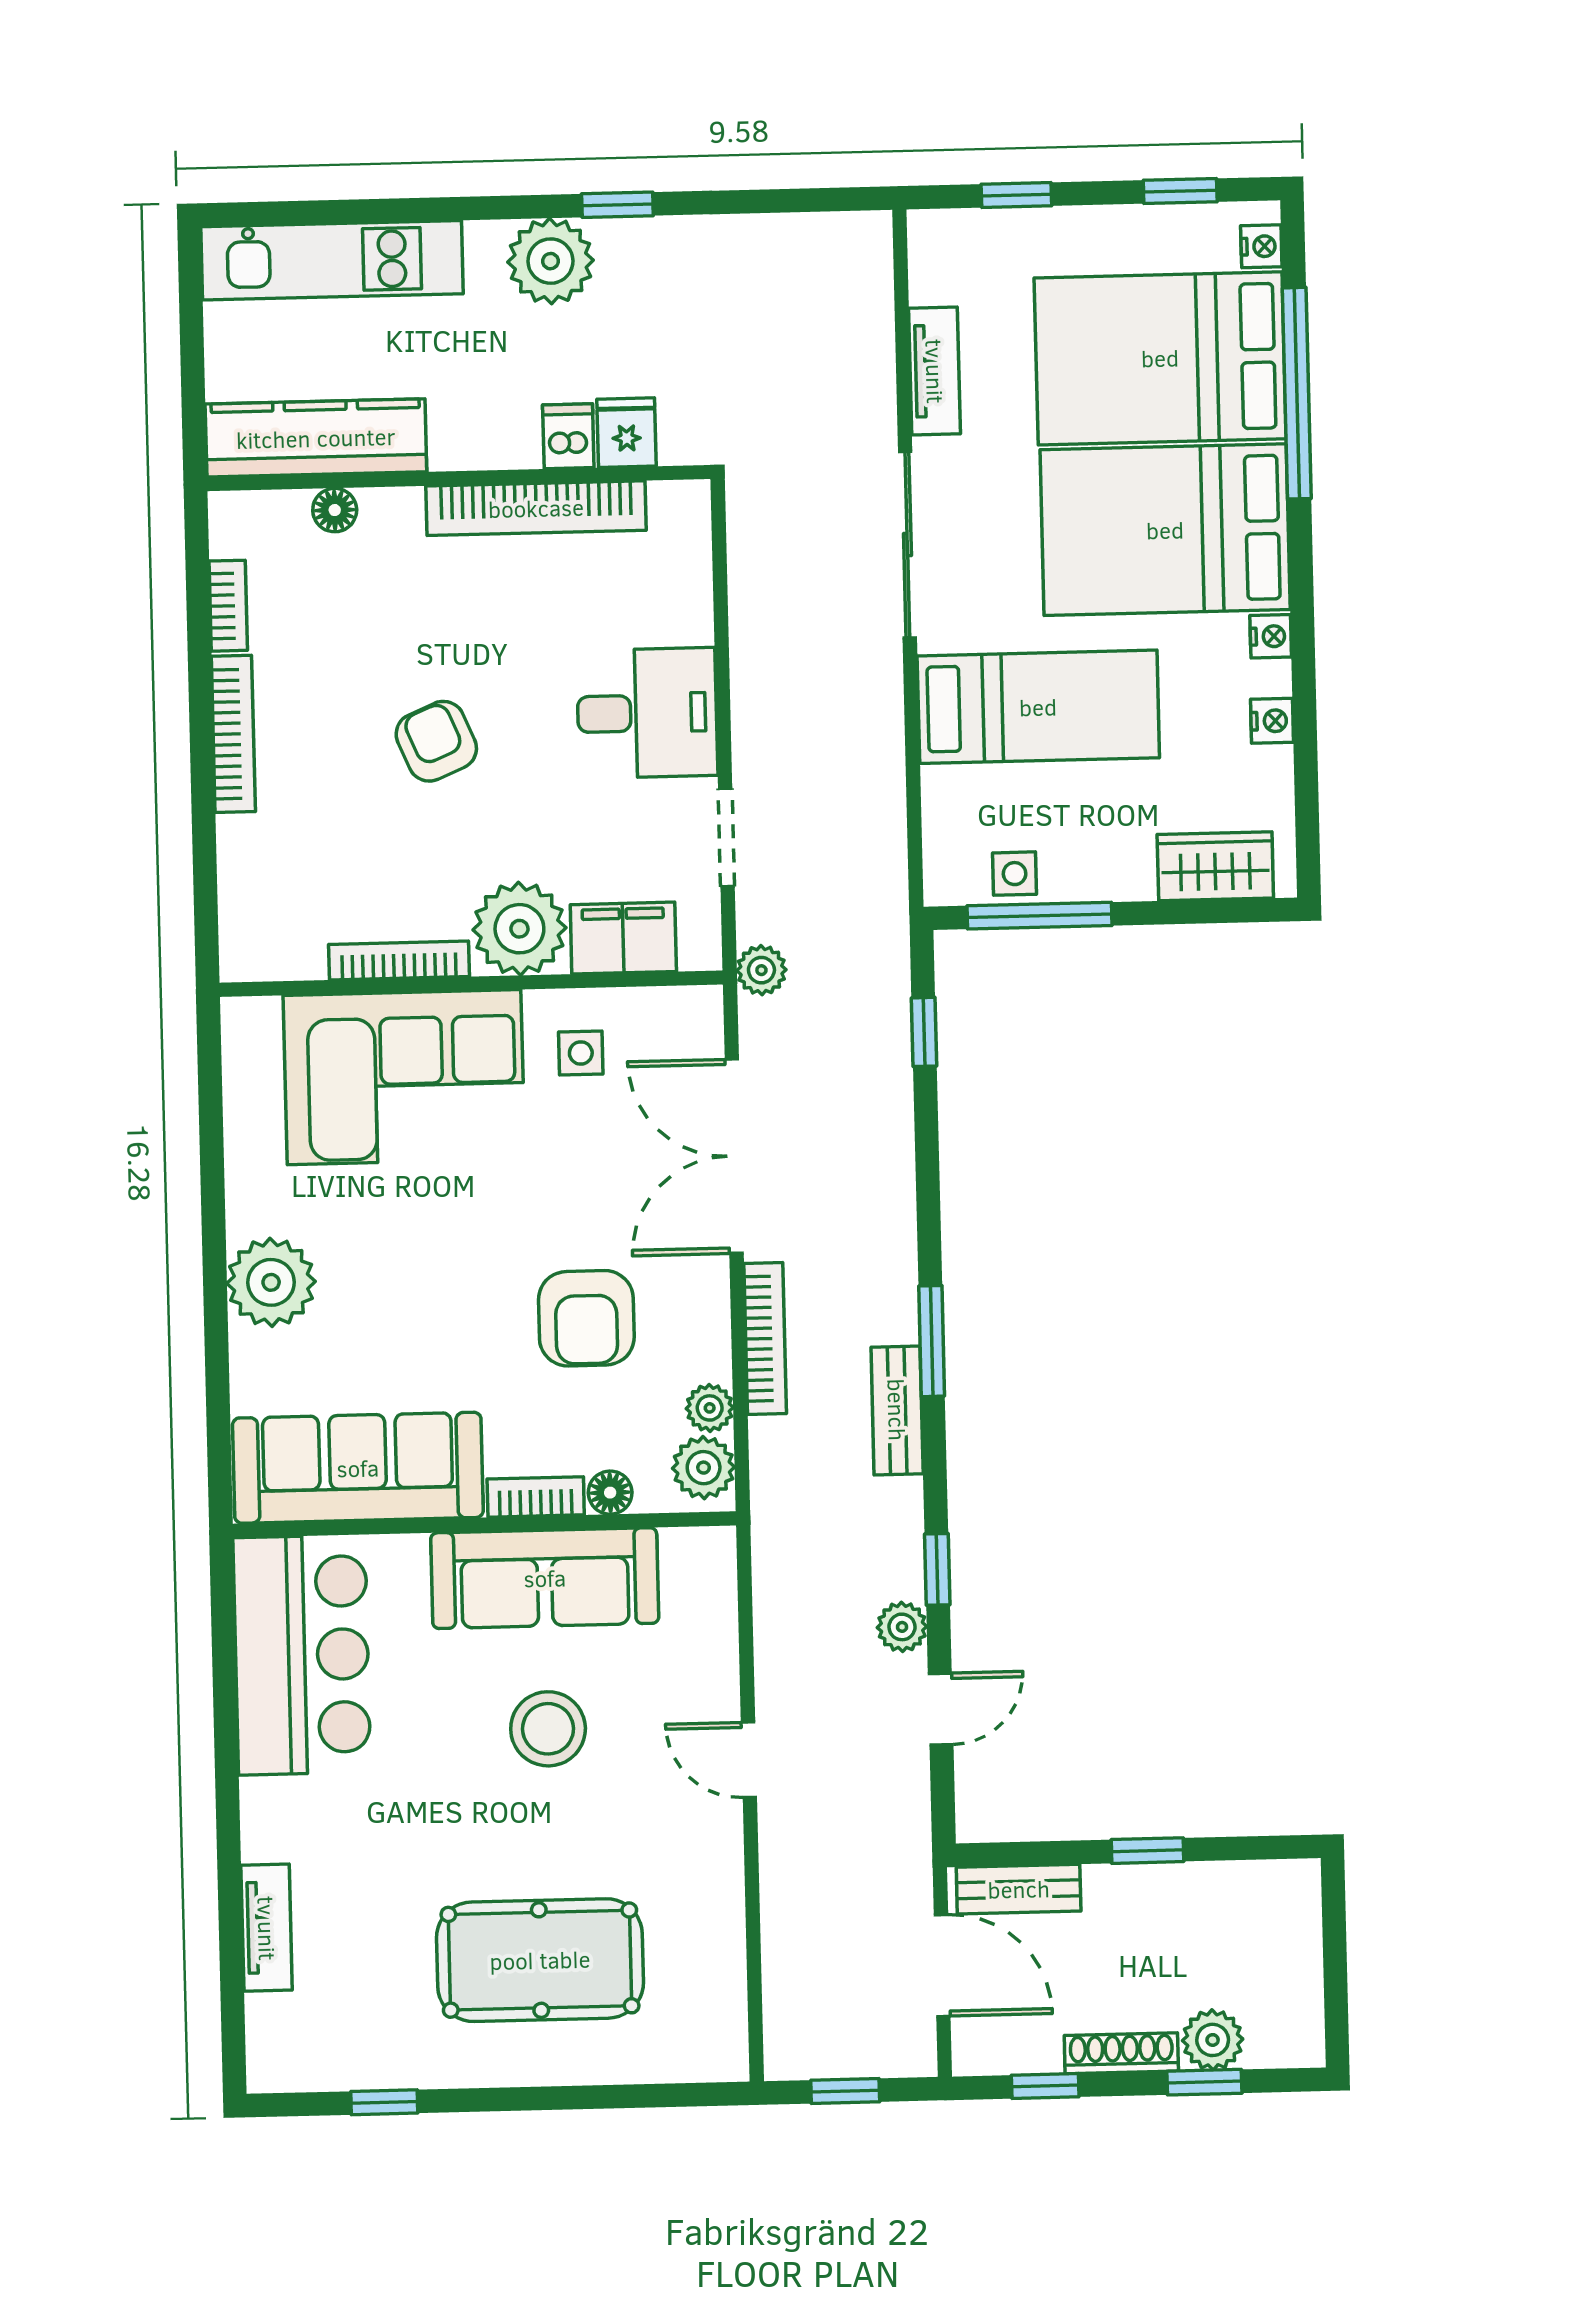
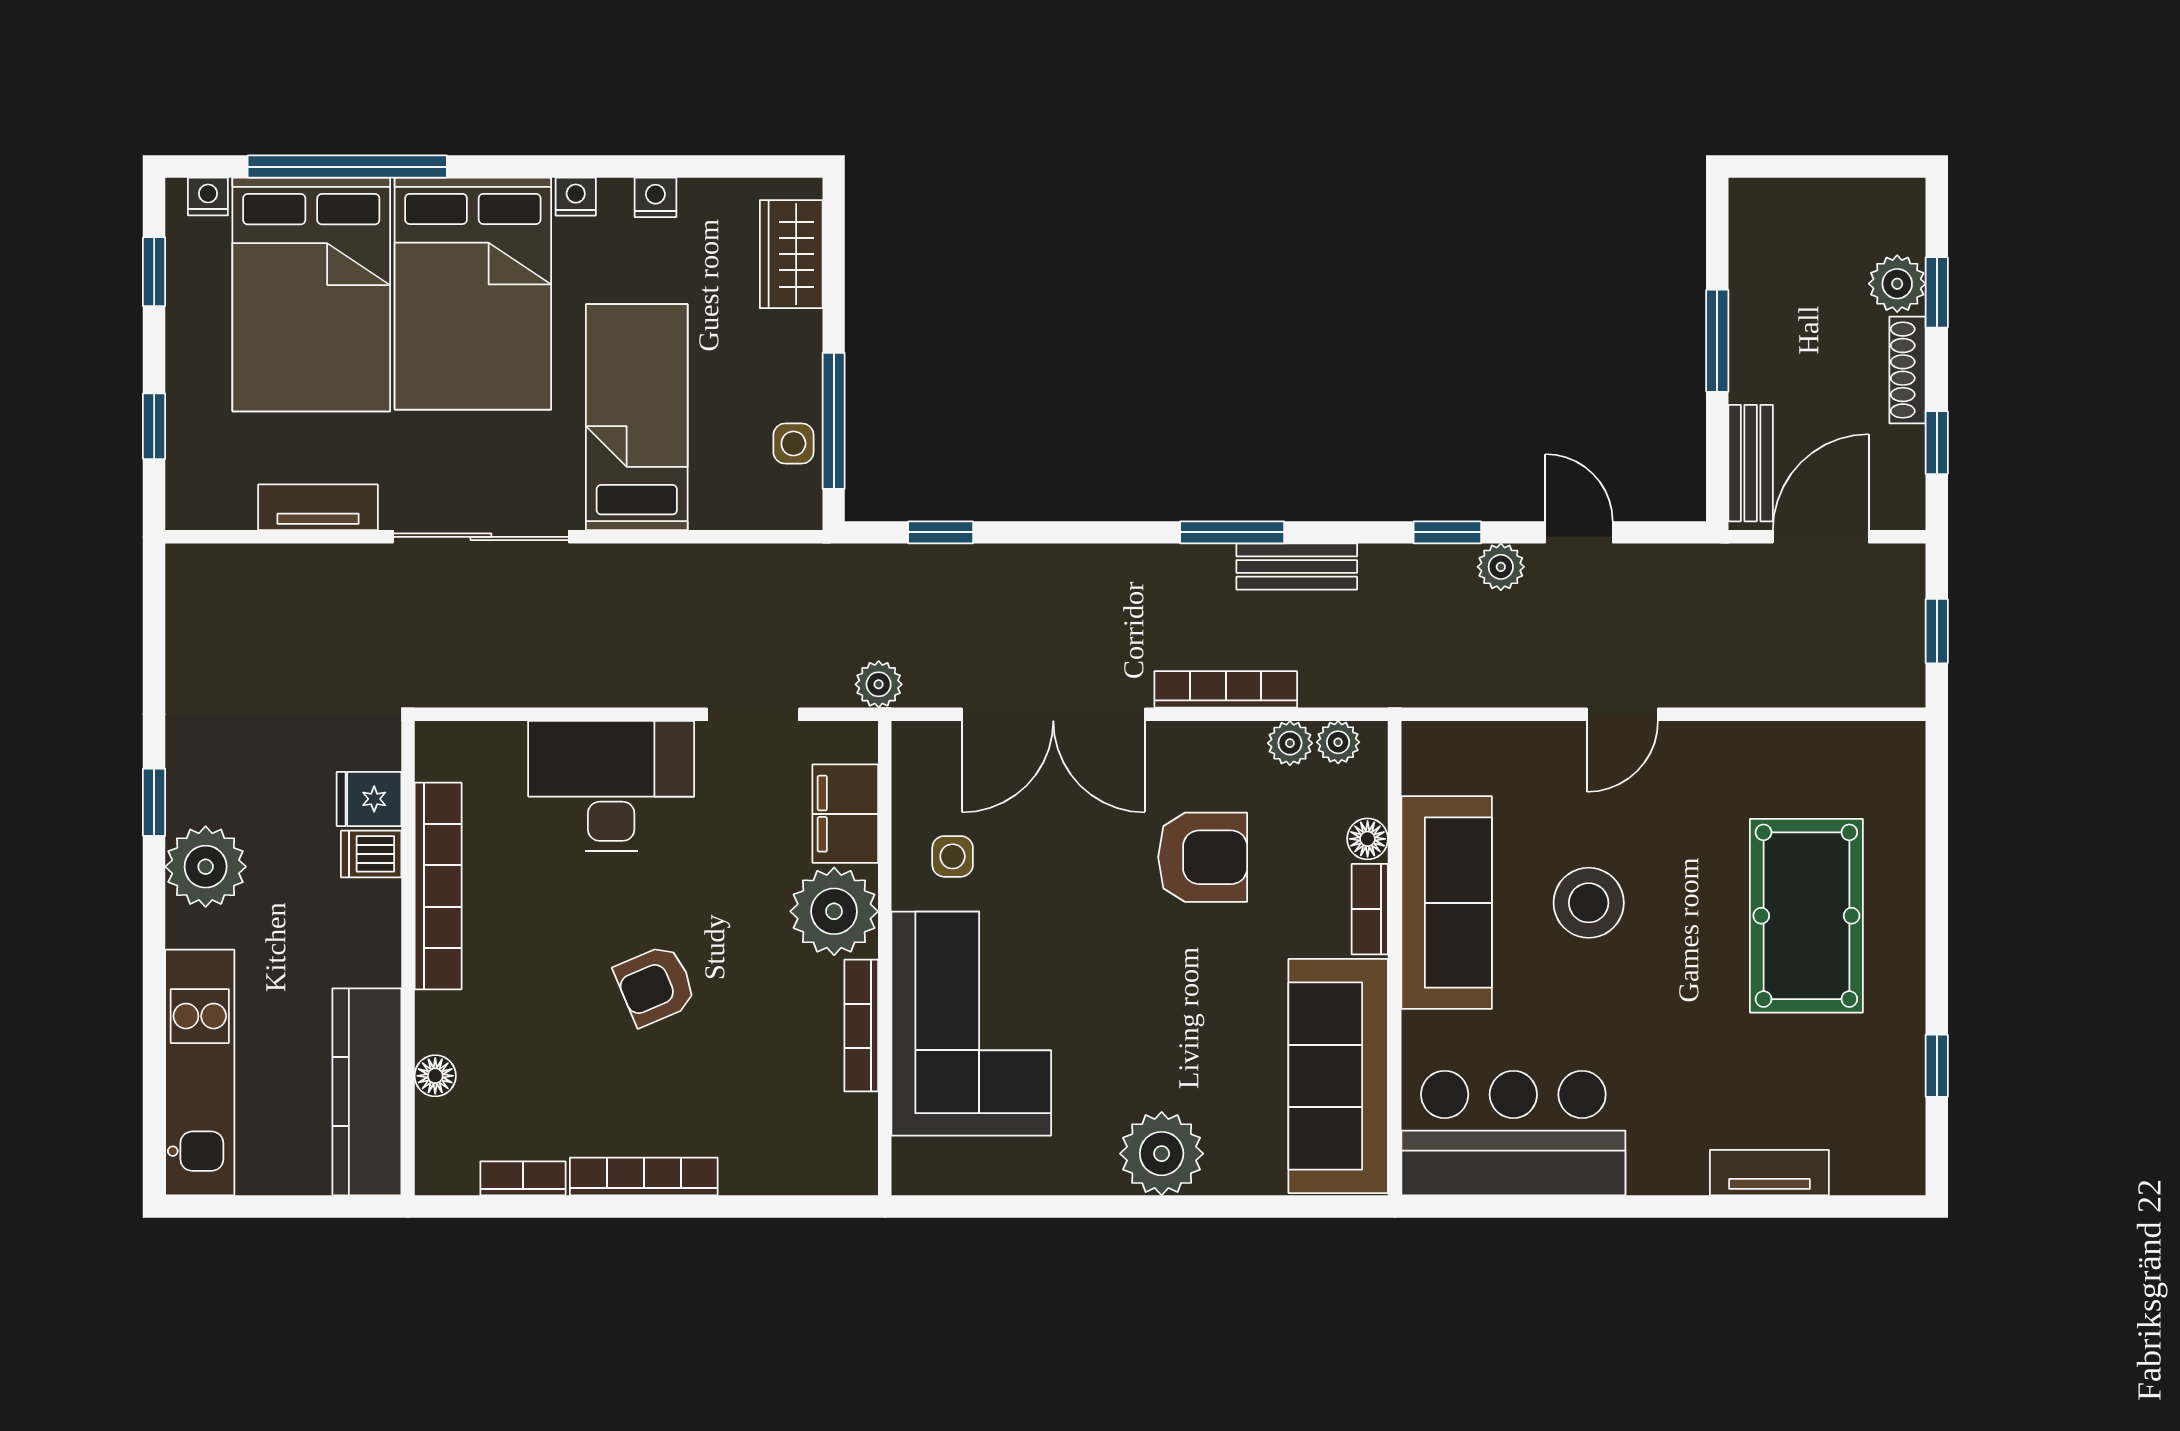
desk: (647, 713) -> (611, 786), width x1.37
plant: (704, 1468) -> (1338, 742), width x0.73, depth x0.73
window: (1147, 1851) -> (1717, 341), width x1.50

